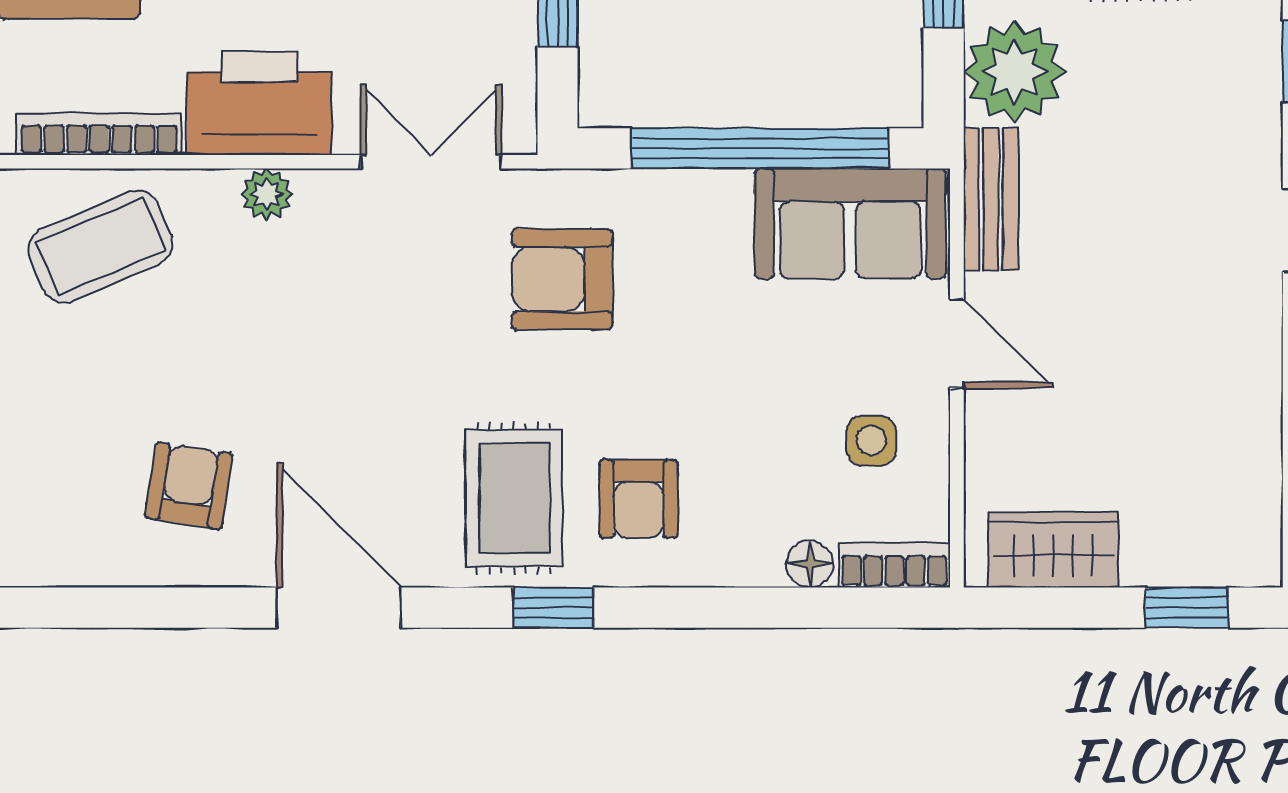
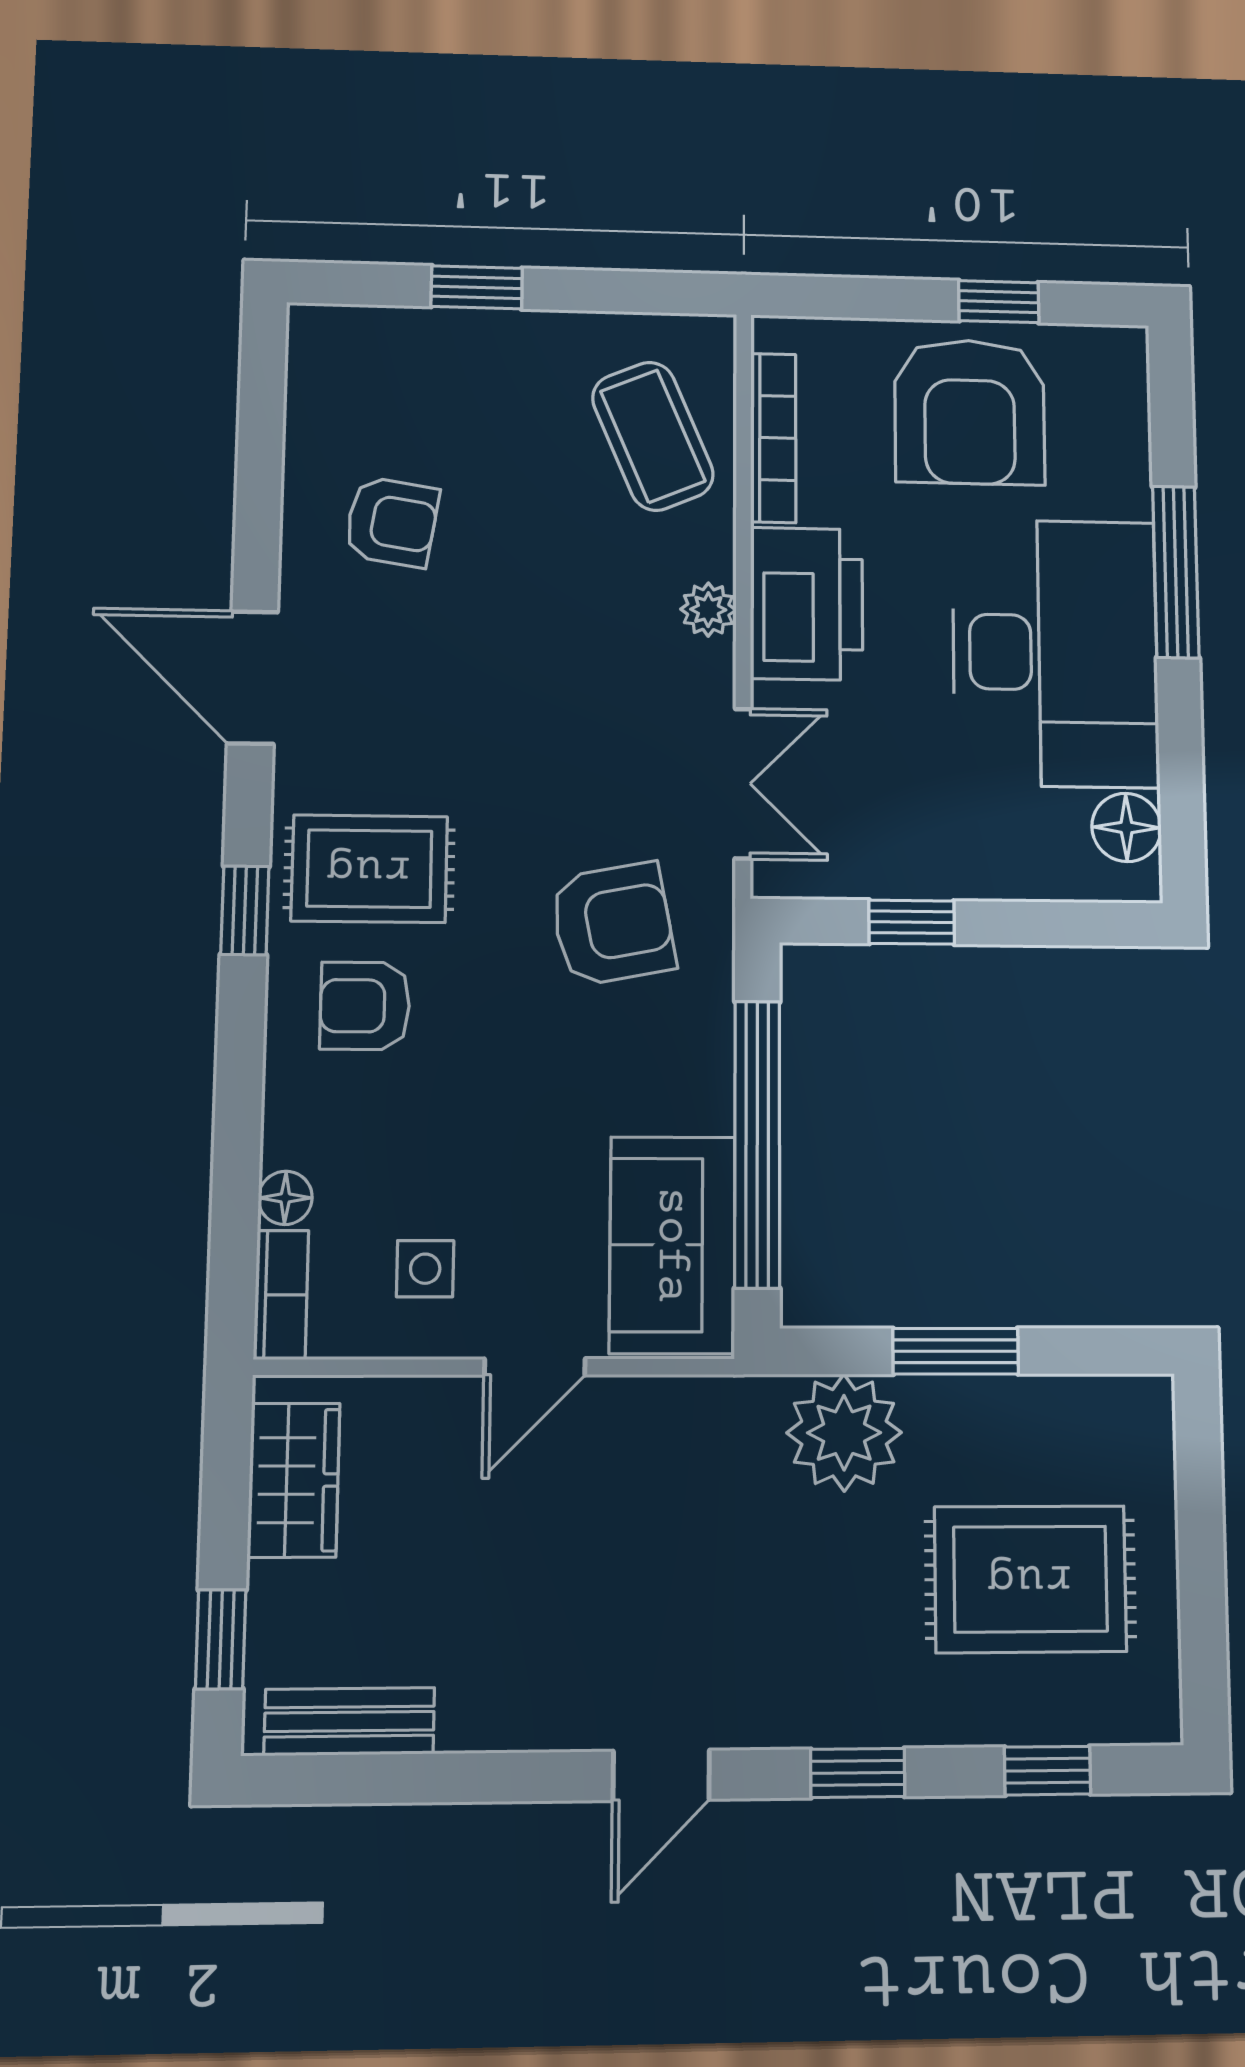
bench: (991, 199) -> (349, 1722), moved
armchair: (562, 279) -> (613, 924), turned 79
door: (339, 608) -> (253, 678), swing flipped

